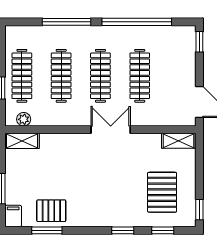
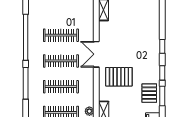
pallet: (162, 192) -> (119, 77), moved
window: (163, 230) -> (162, 73), moved

